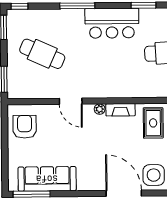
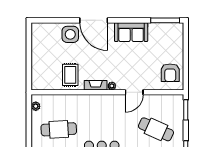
door: (71, 101) -> (134, 92), swing flipped
sofa: (47, 179) -> (131, 32), moved, width x0.73

